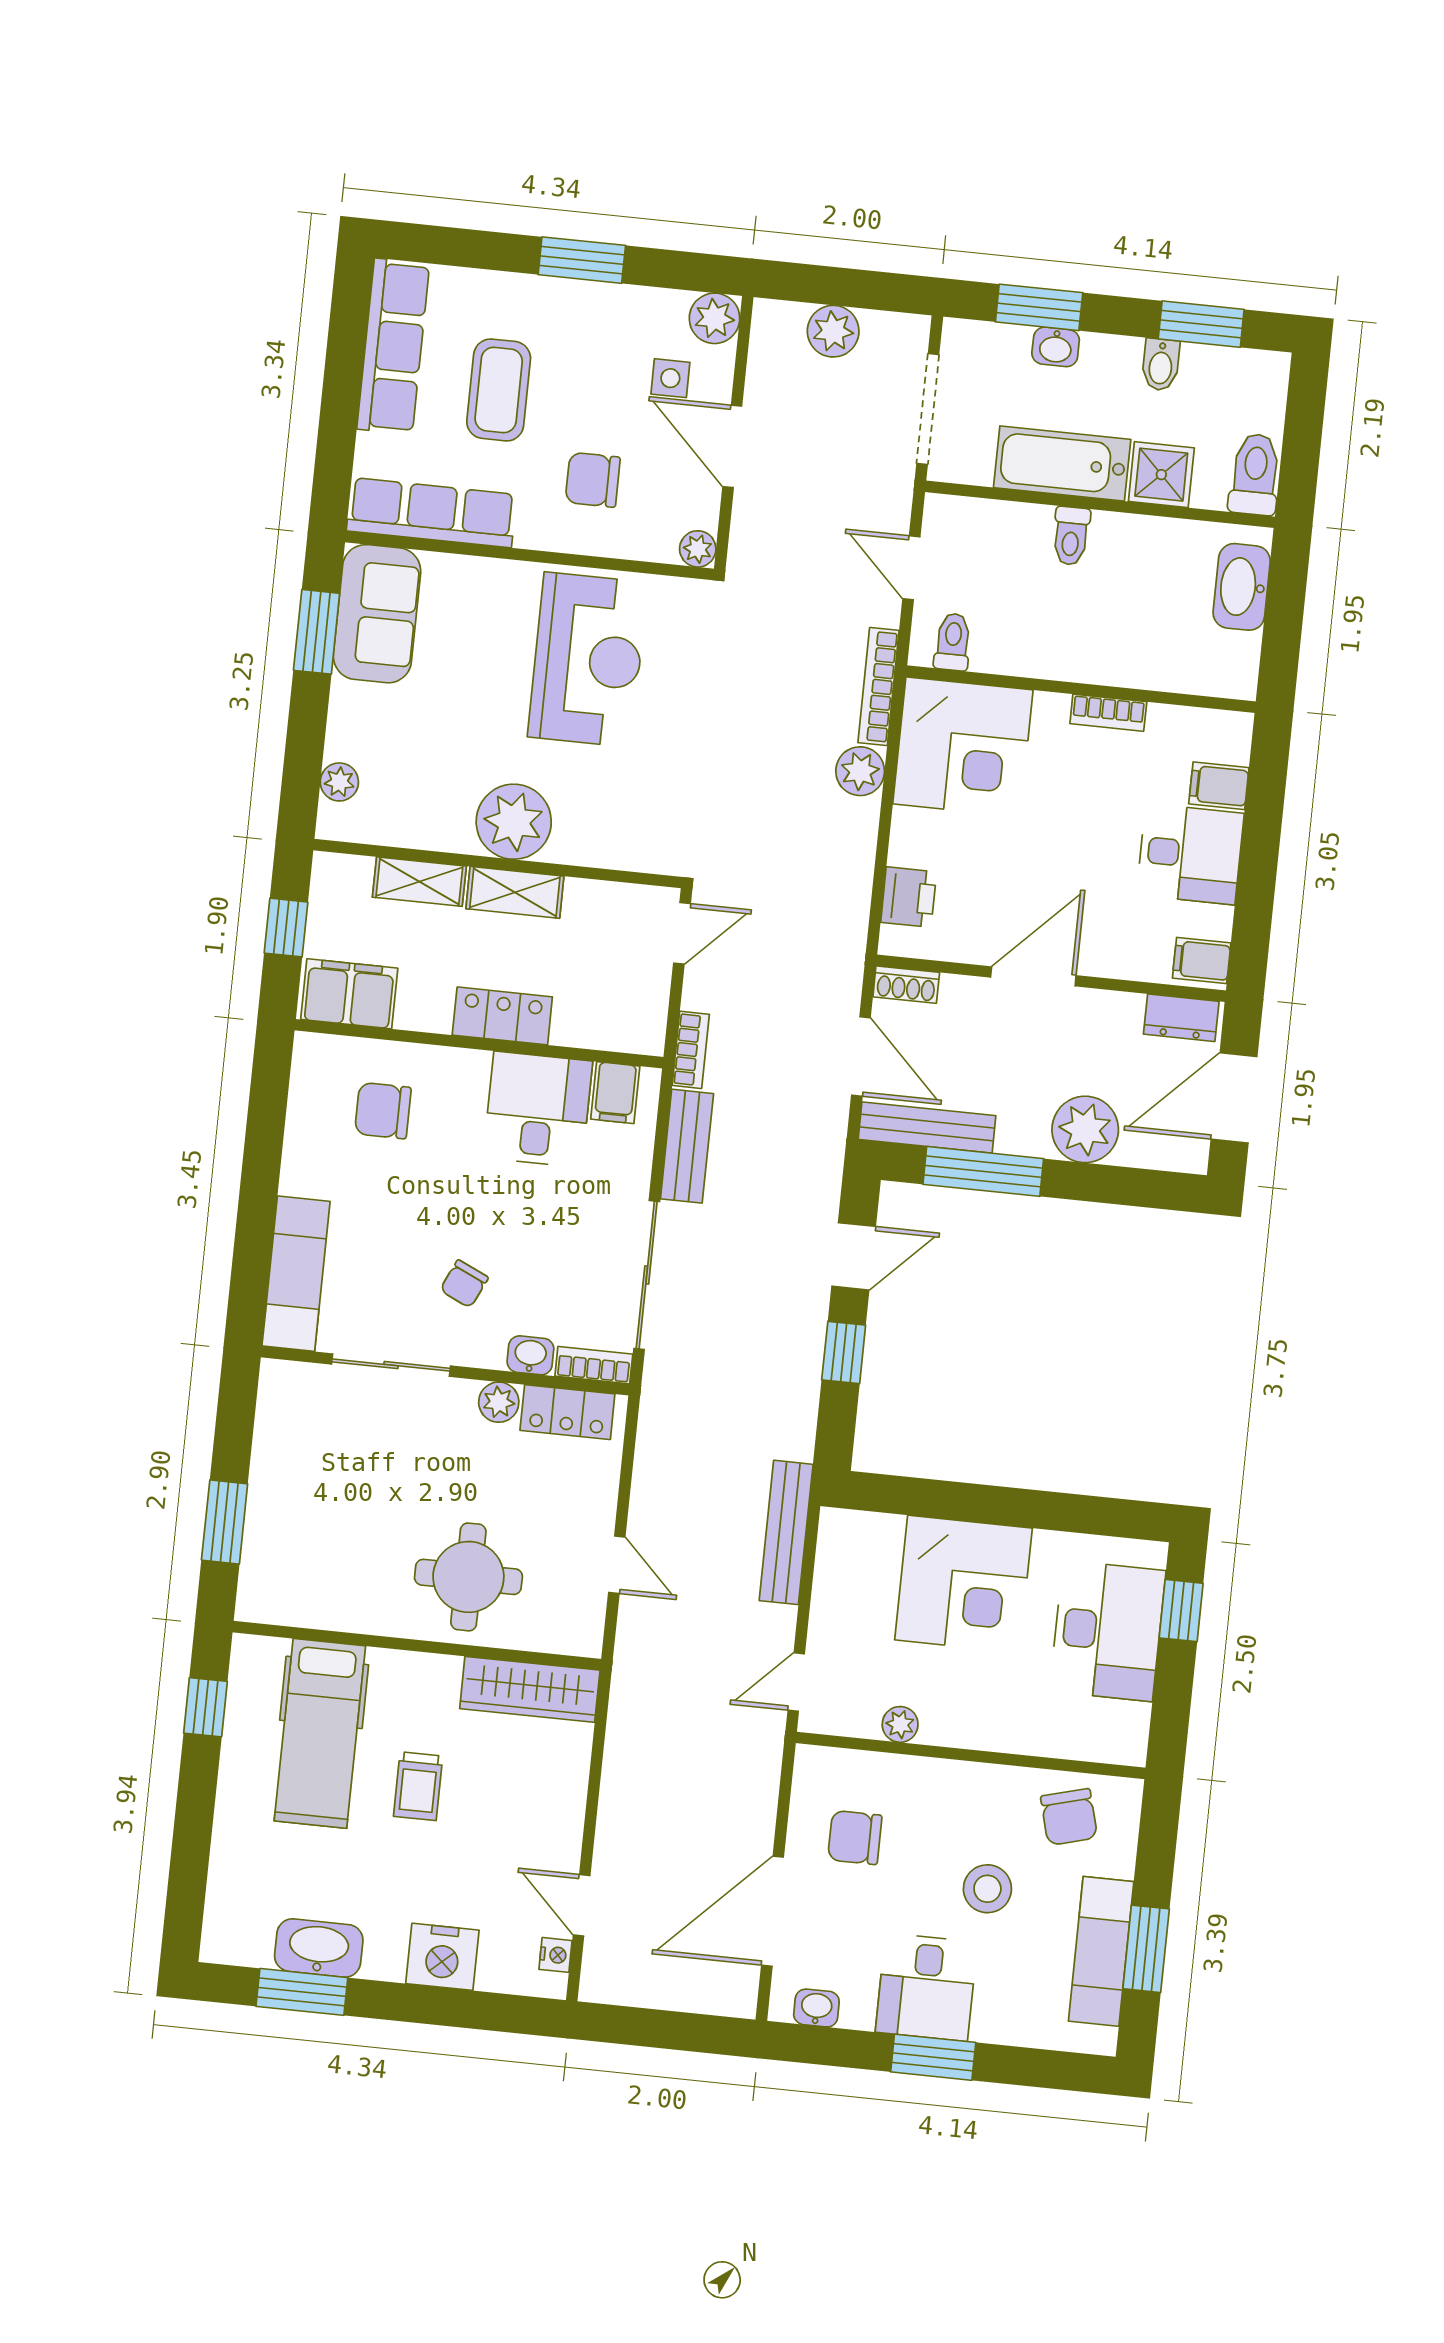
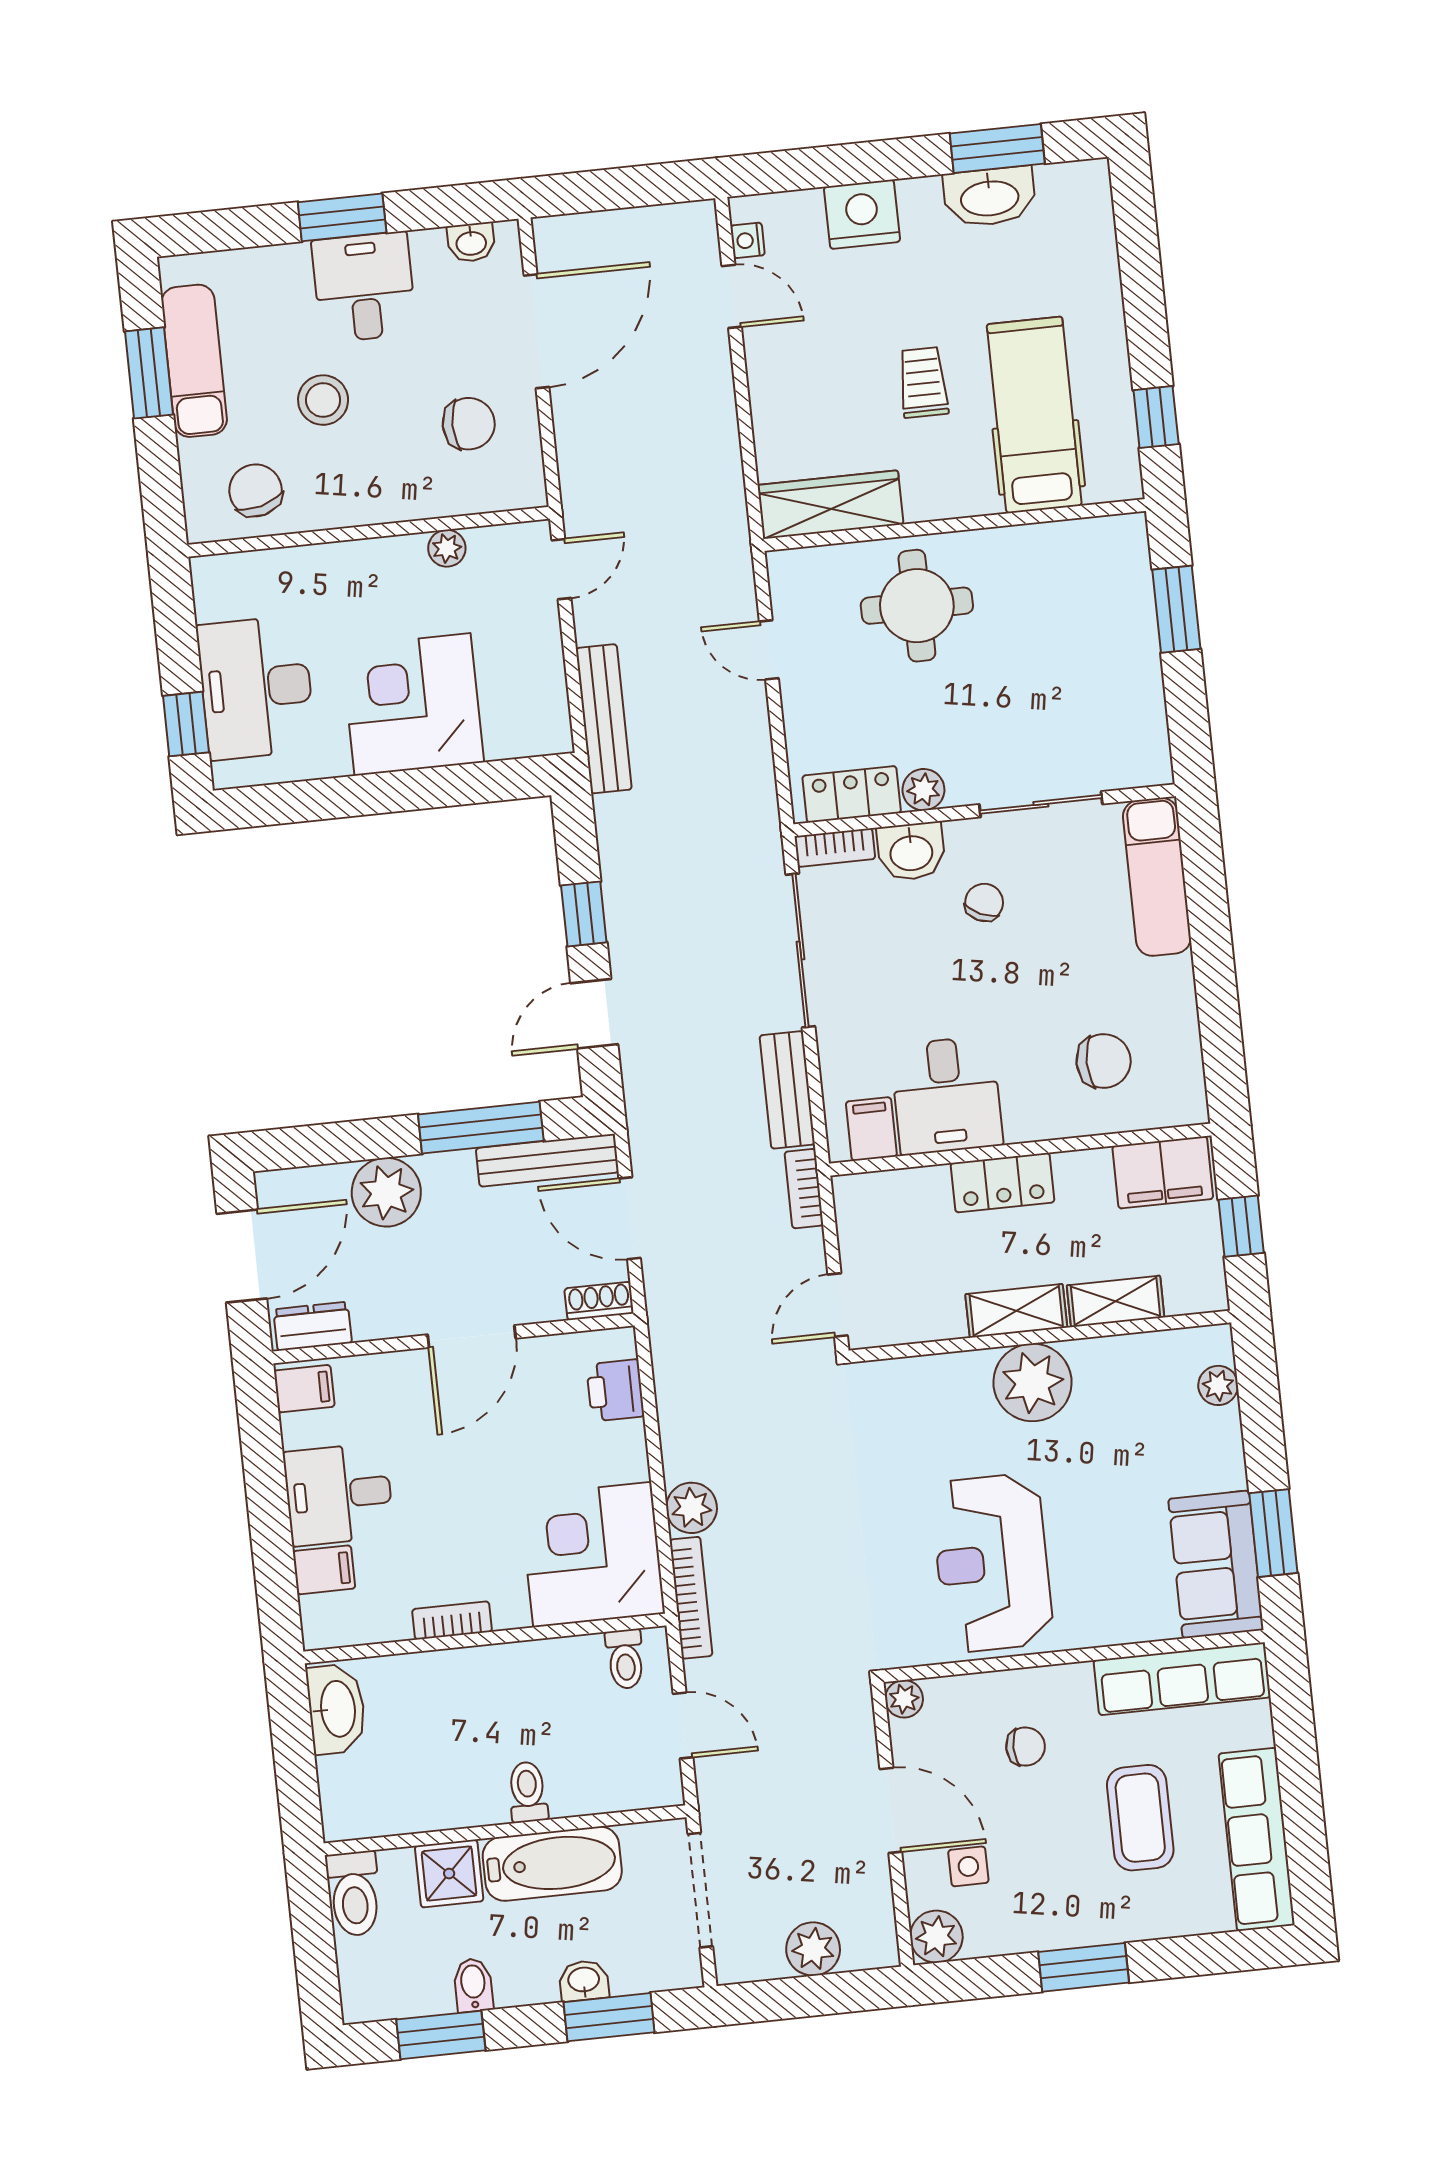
chair: (593, 480) -> (1025, 1747), width x0.73, depth x0.73
washbasin: (1242, 587) -> (336, 1709), moved
washbasin: (530, 1355) -> (911, 852), width x1.38, depth x1.45

